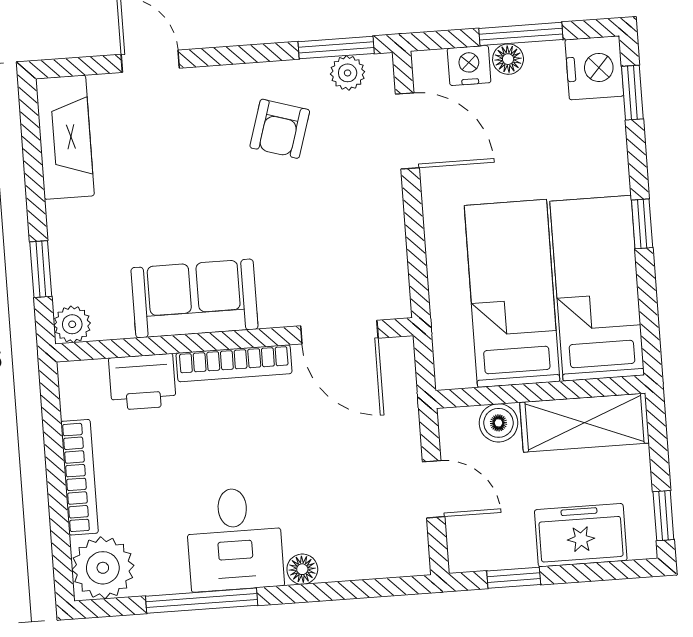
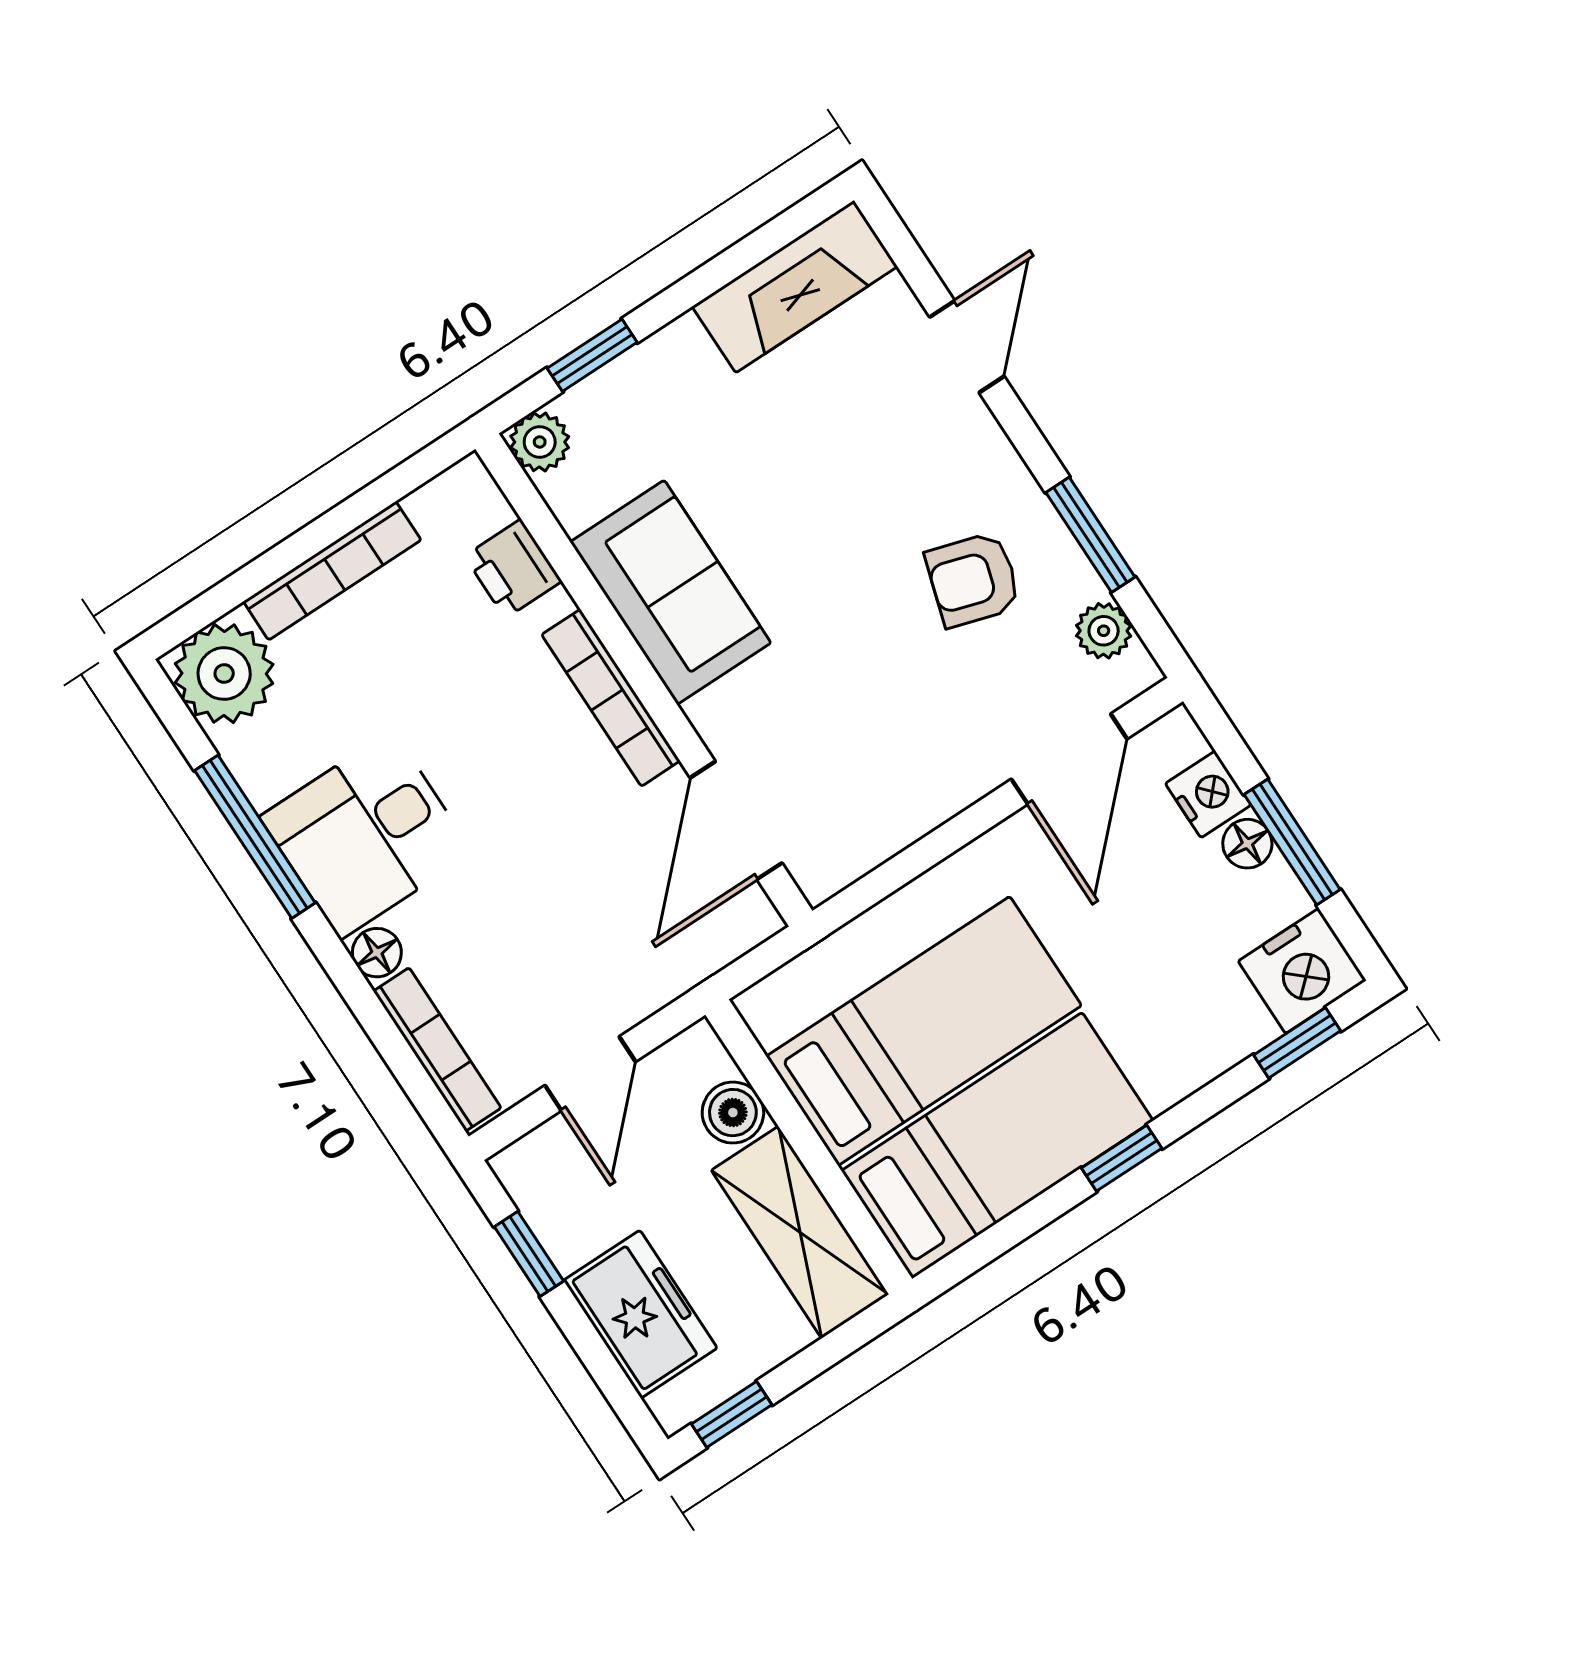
window: (336, 48) -> (1090, 535), moved
printer: (142, 382) -> (513, 569), width x0.73, depth x0.81
bookcase: (374, 566) -> (437, 1050), added

